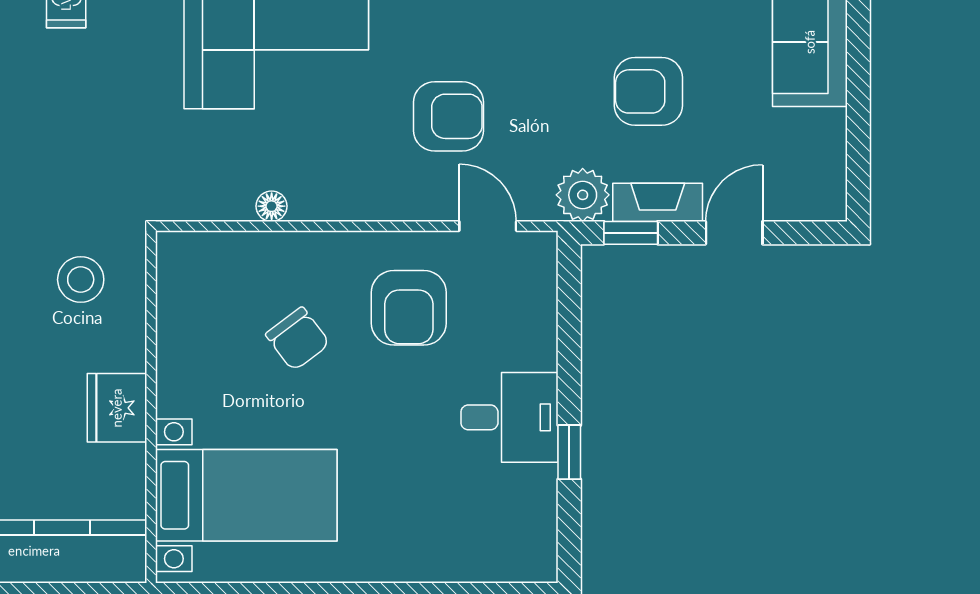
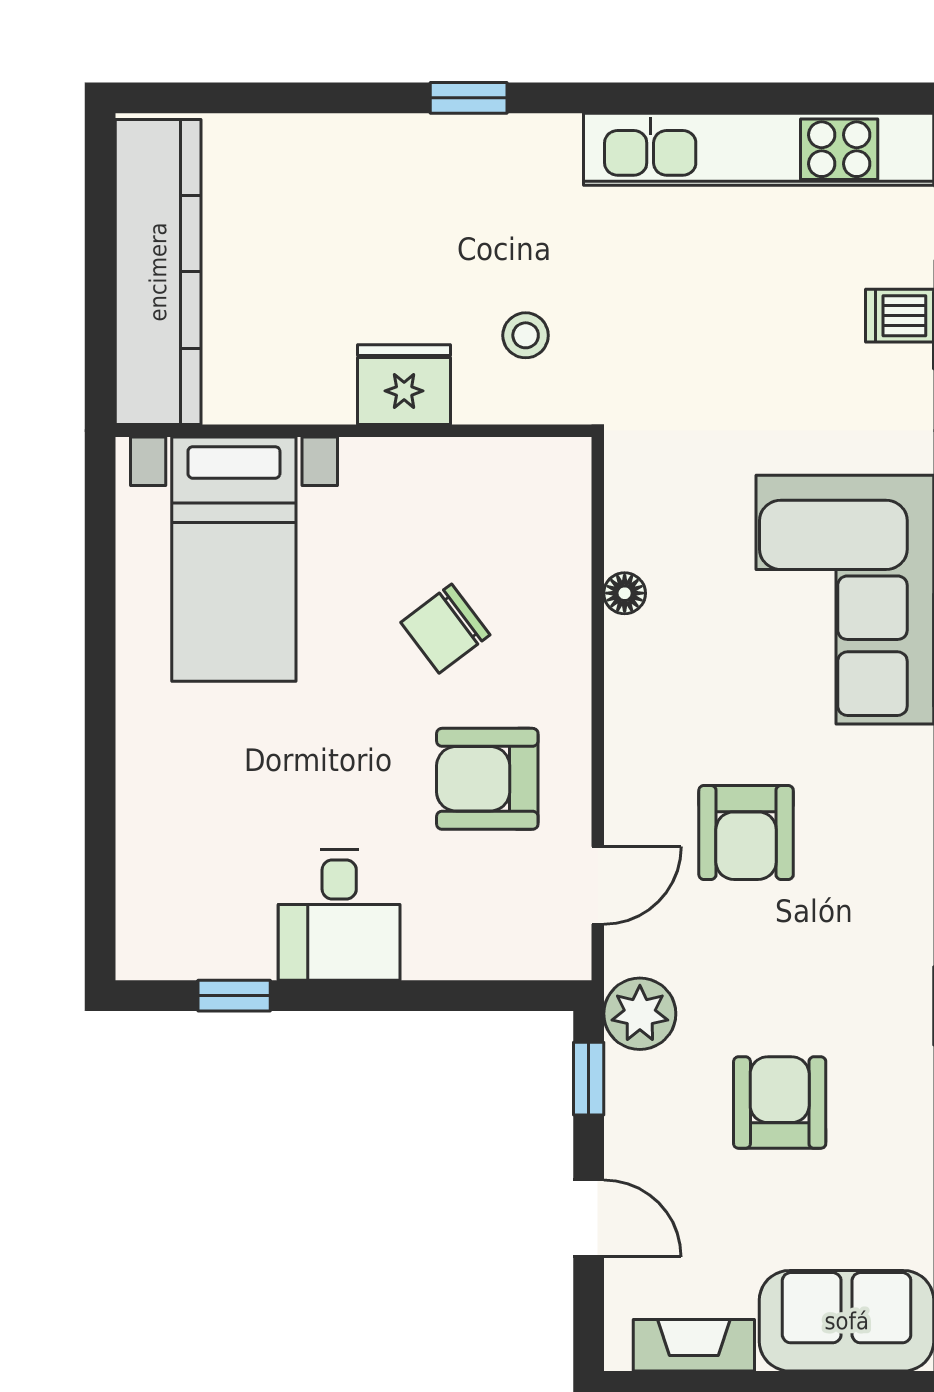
fireplace: (658, 202) -> (694, 1345), moved, turned -90
stool: (81, 280) -> (526, 335), width x0.73, depth x0.73
fridge: (117, 408) -> (404, 385), moved
window: (569, 452) -> (234, 996), moved

